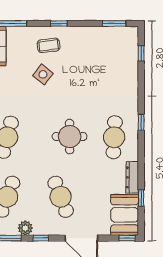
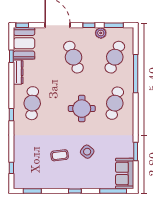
coffee table: (49, 45) -> (60, 155), moved
round table: (70, 137) -> (82, 109), moved

